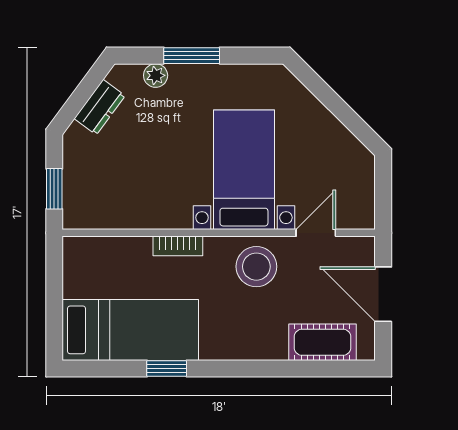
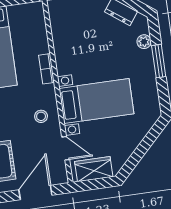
wardrobe: (358, 191) -> (94, 169), added
stool: (256, 267) -> (41, 116), width x0.53, depth x0.53

